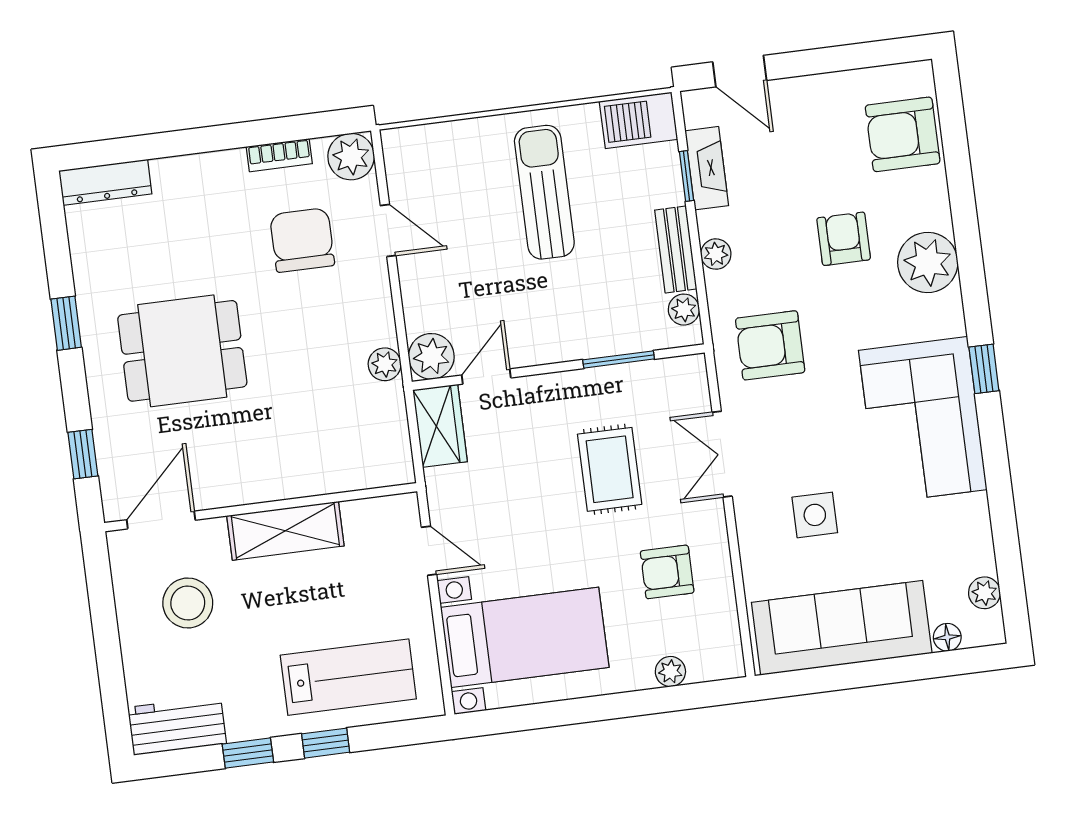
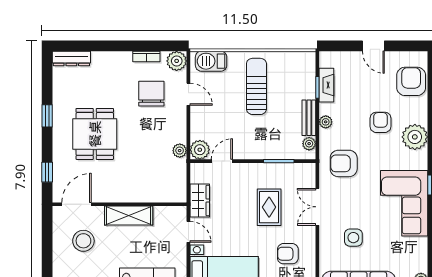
door: (740, 71) -> (373, 46), moved
barbecue: (638, 120) -> (211, 61), moved
armchair: (903, 134) -> (411, 81), turned 90
dining table: (182, 351) -> (95, 134), turned 90
wardrobe: (440, 426) -> (200, 201), moved

